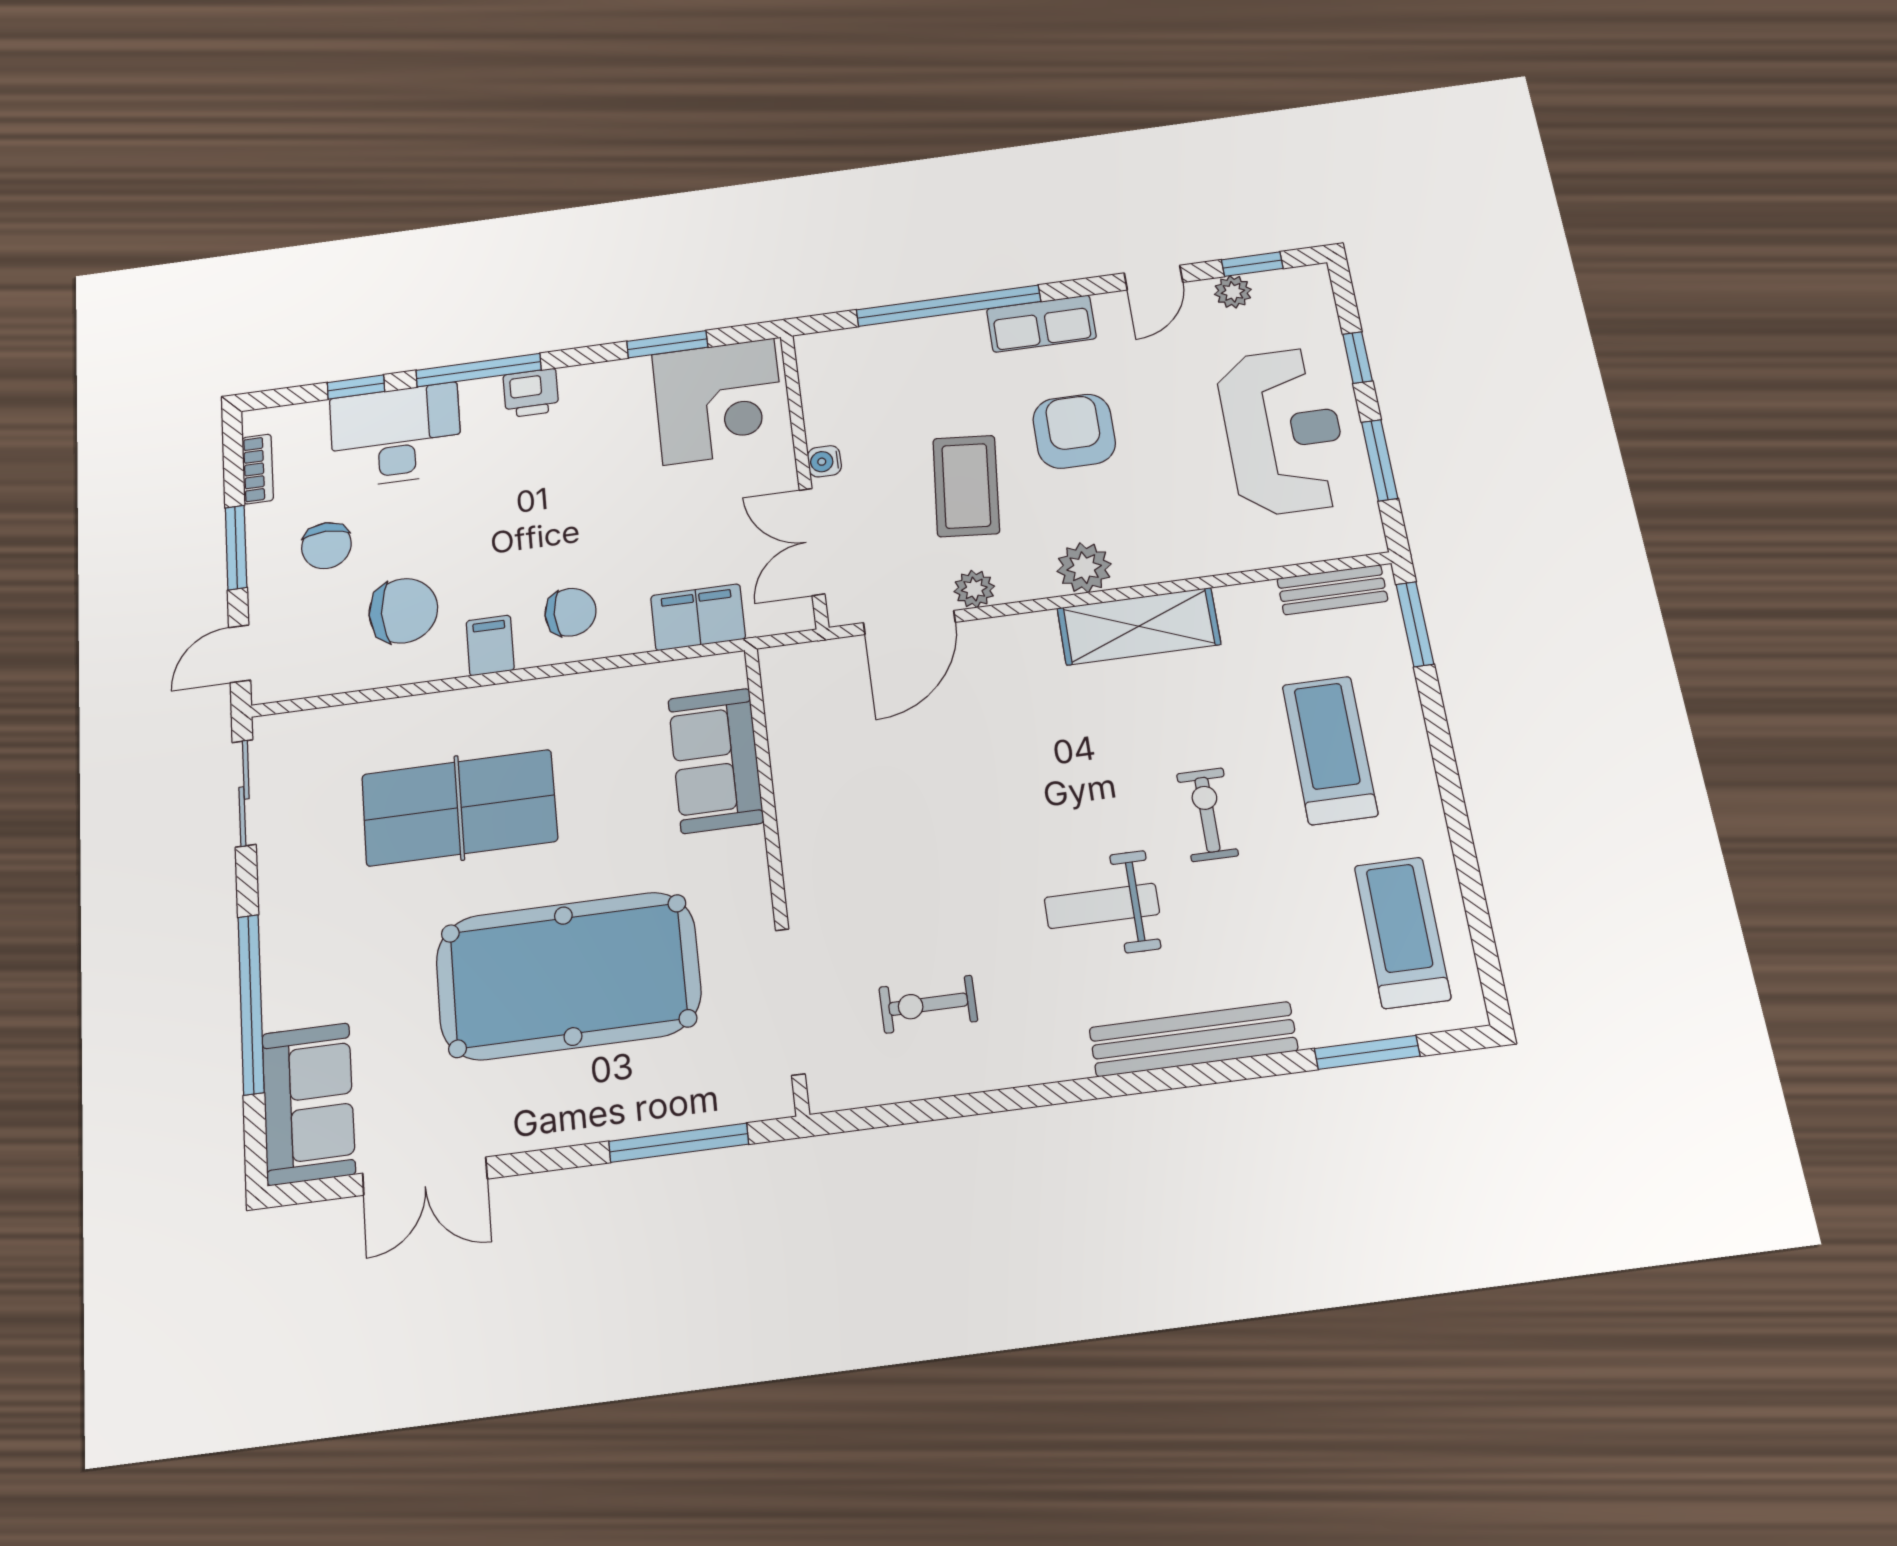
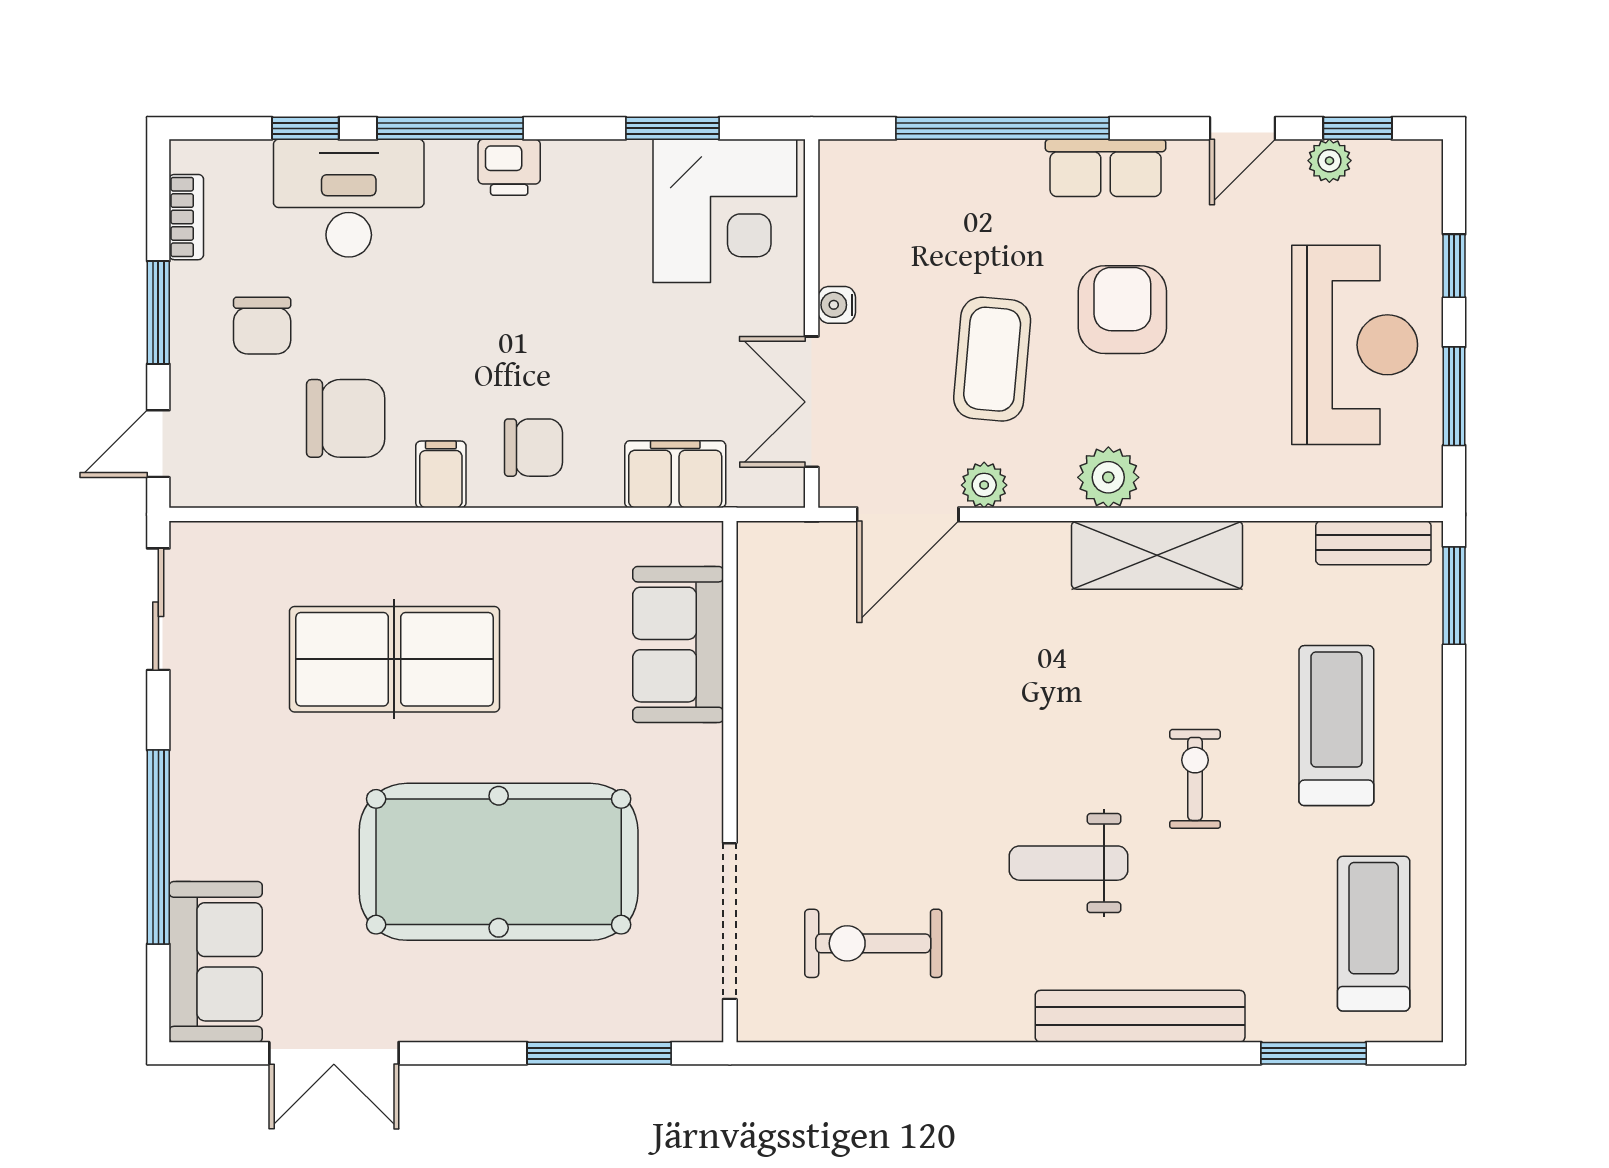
exercise bike: (928, 1004) -> (873, 943), width x1.38, depth x1.39

